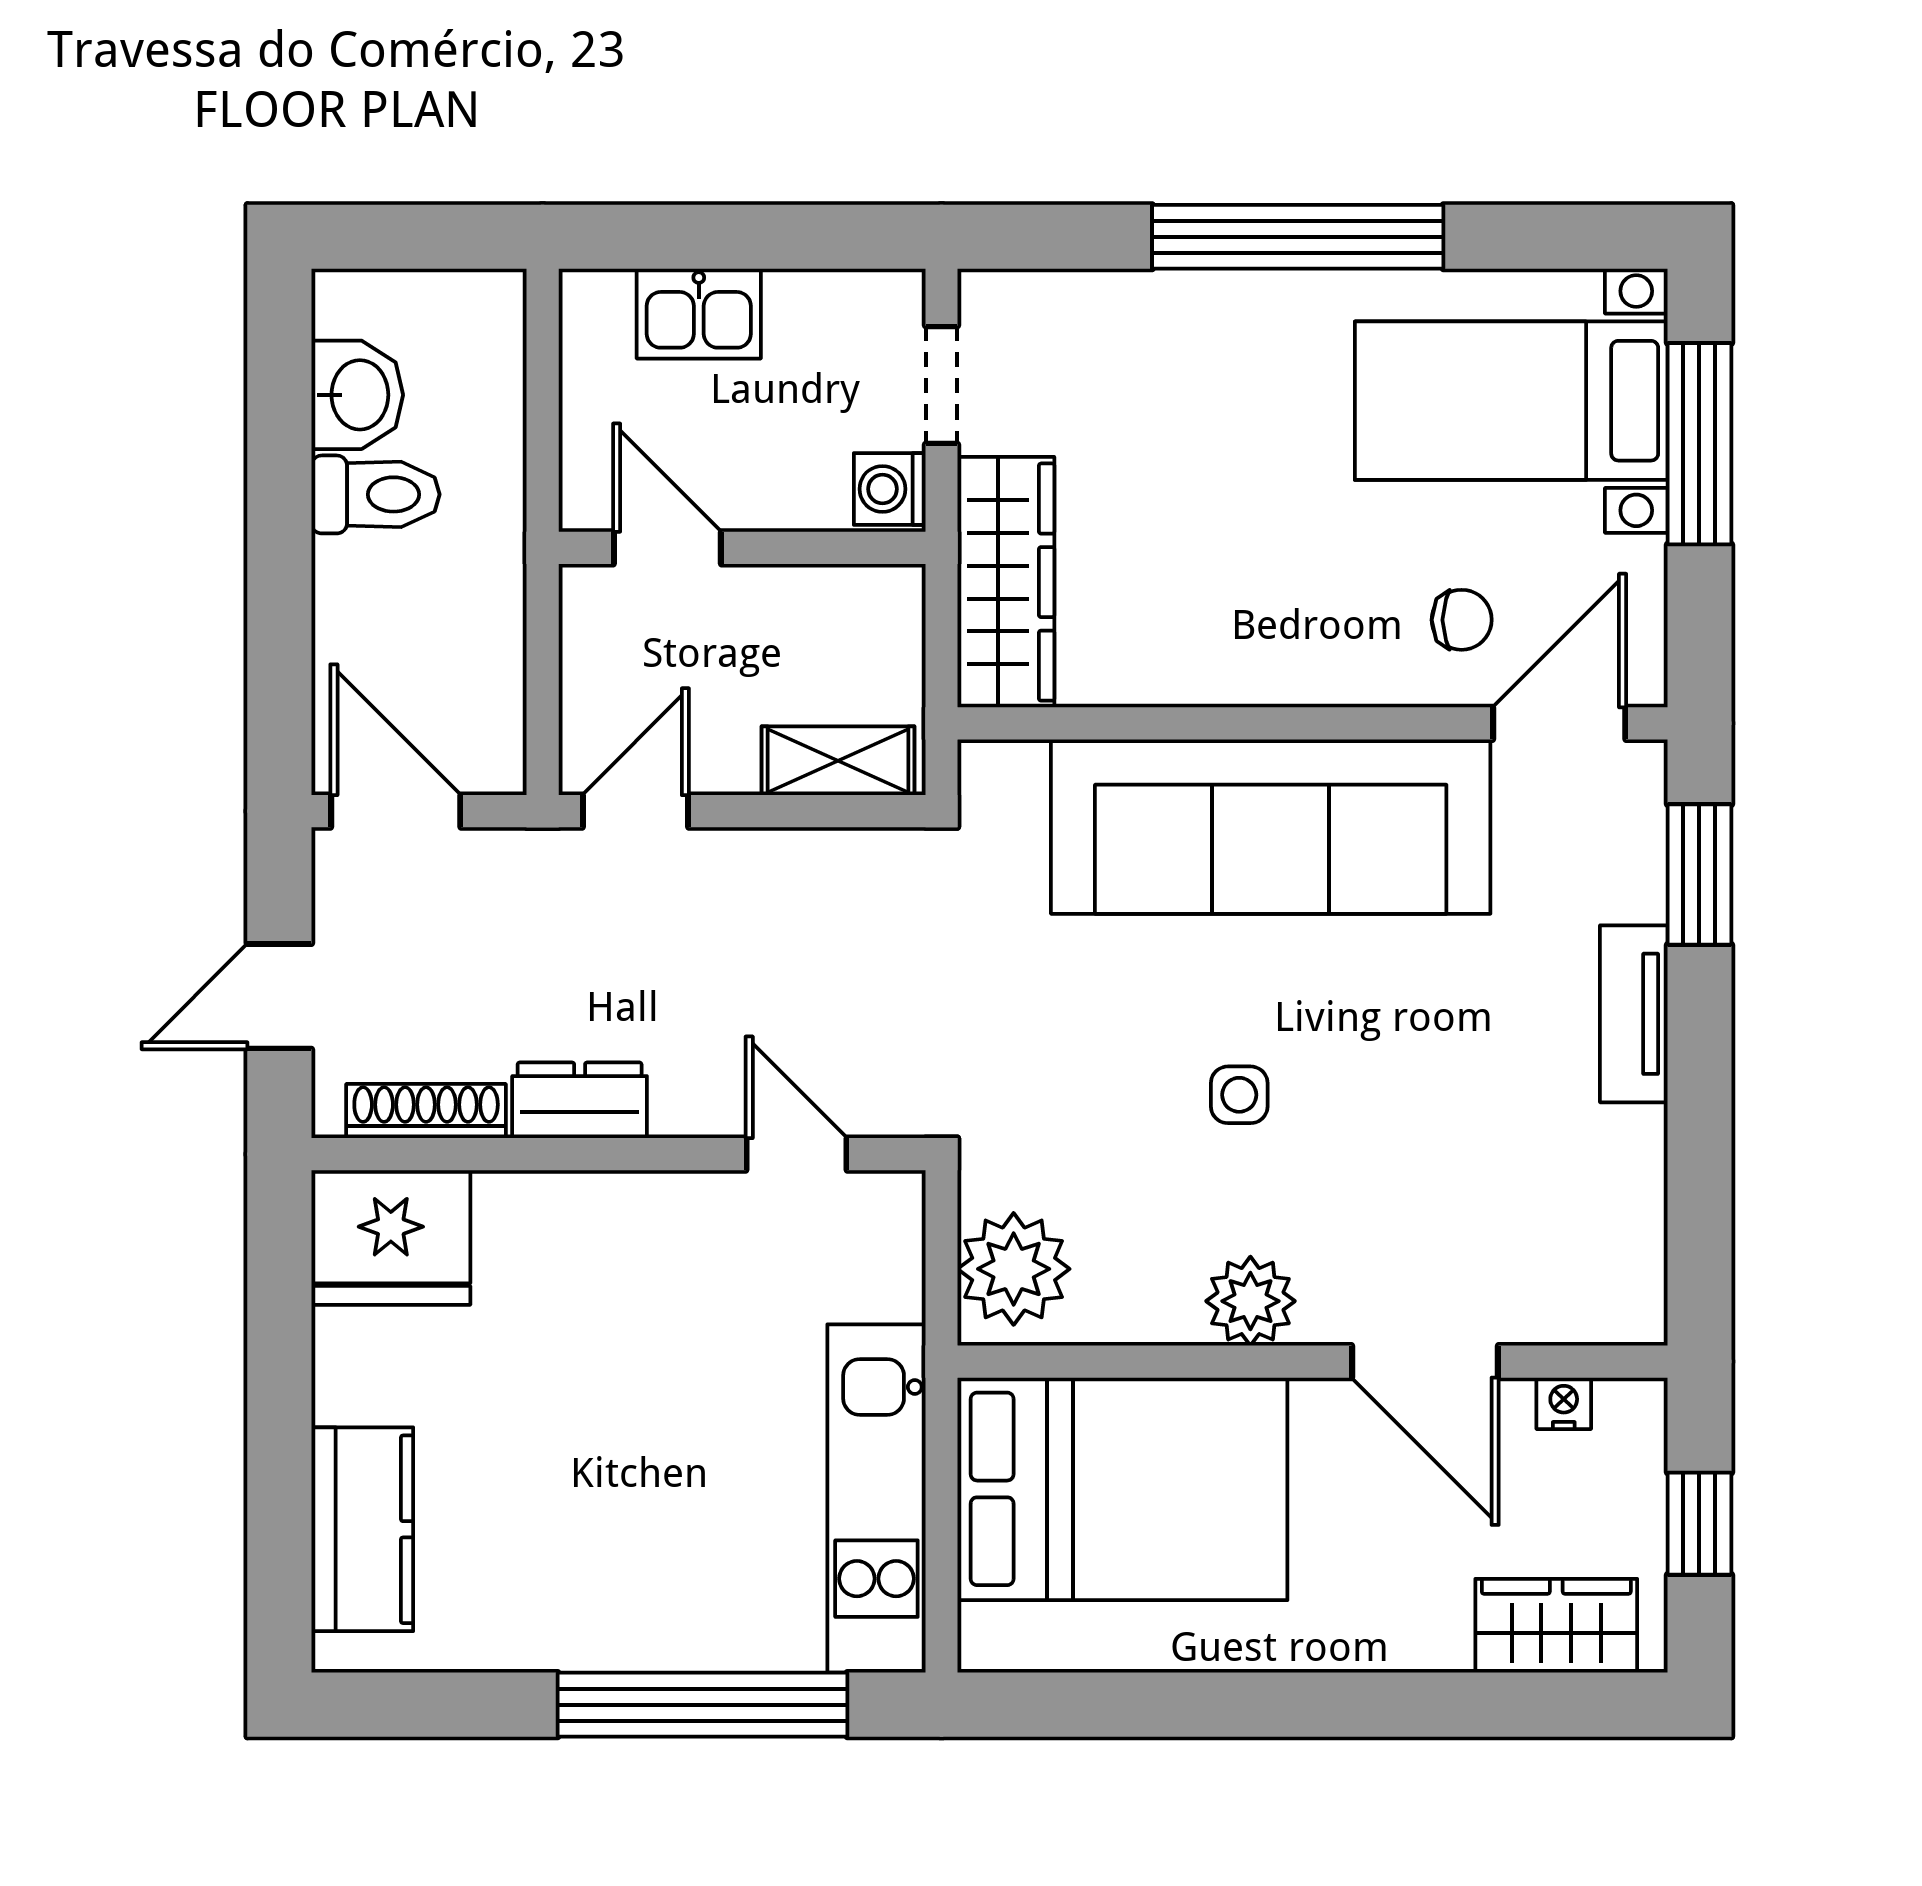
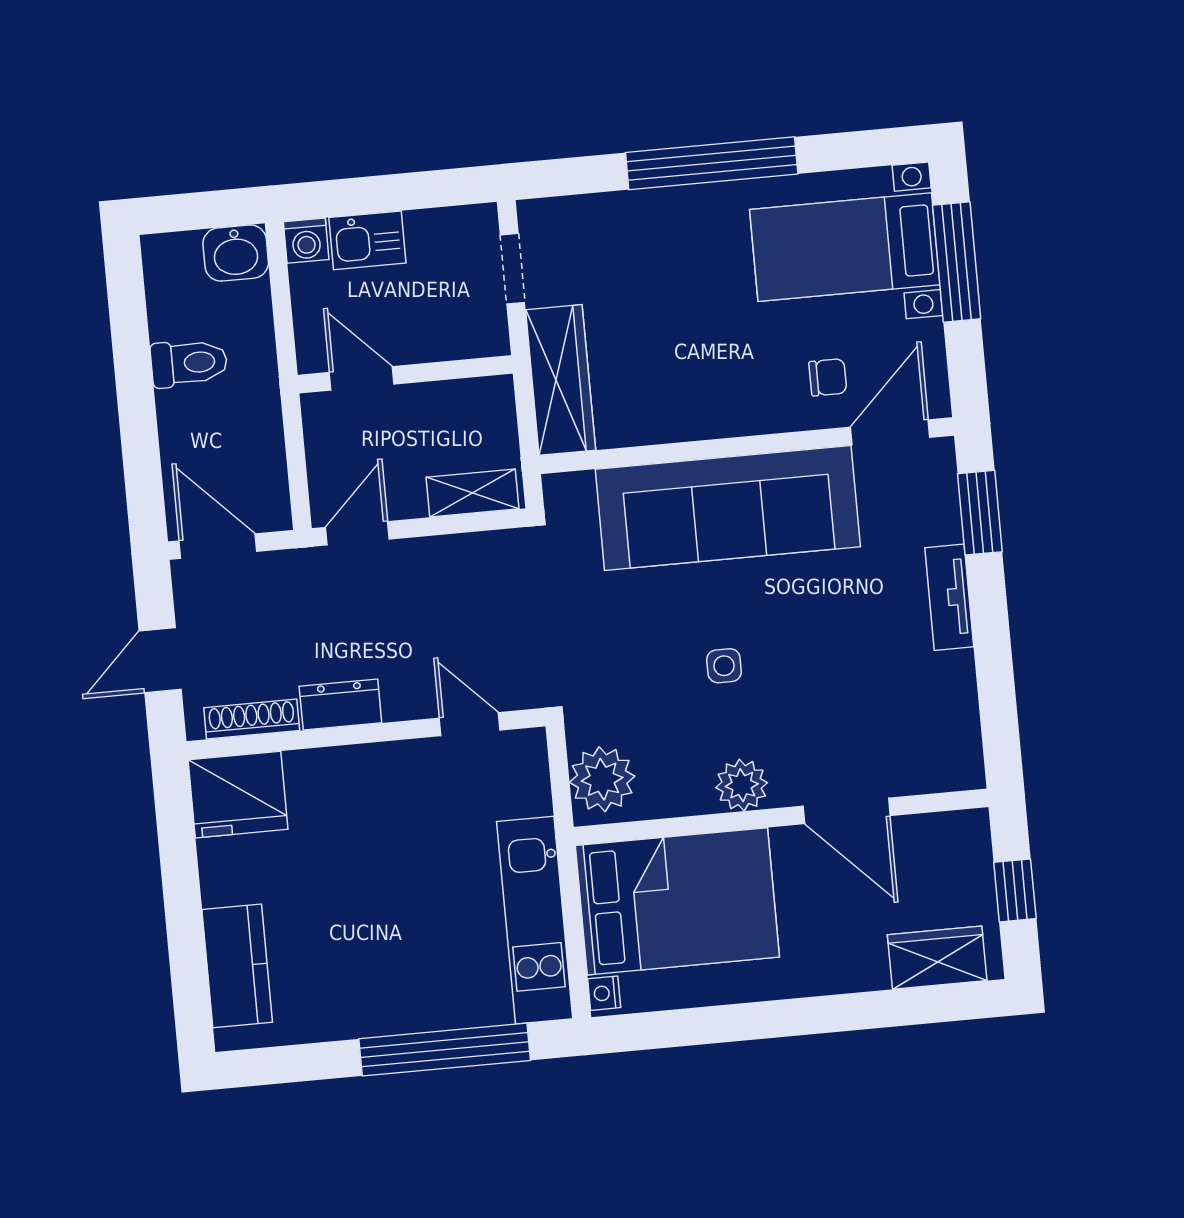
washbasin: (357, 395) -> (236, 253), moved, turned 90
washing machine: (890, 489) -> (306, 241), moved, turned -90
nightstand: (1564, 1403) -> (604, 993), moved, turned -90

